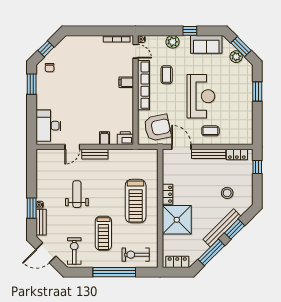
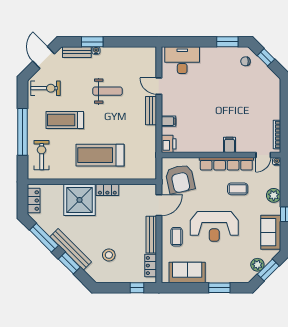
sofa: (243, 121) -> (187, 272), added

